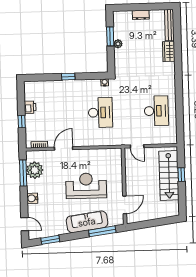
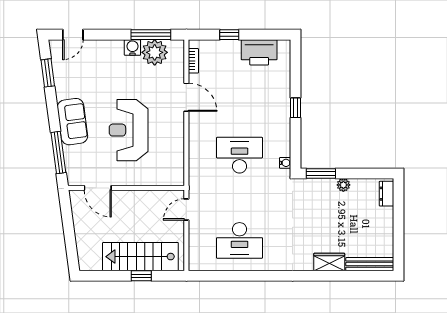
dresser: (141, 15) -> (386, 194), moved
window: (110, 36) -> (321, 173), moved
printer: (30, 107) -> (259, 52), width x1.87, depth x1.48
desk: (100, 113) -> (240, 155), turned 180
reception desk: (86, 186) -> (129, 130), turned 180
water cooler: (32, 198) -> (132, 48), moved
sofa: (87, 222) -> (72, 122), width x0.73

